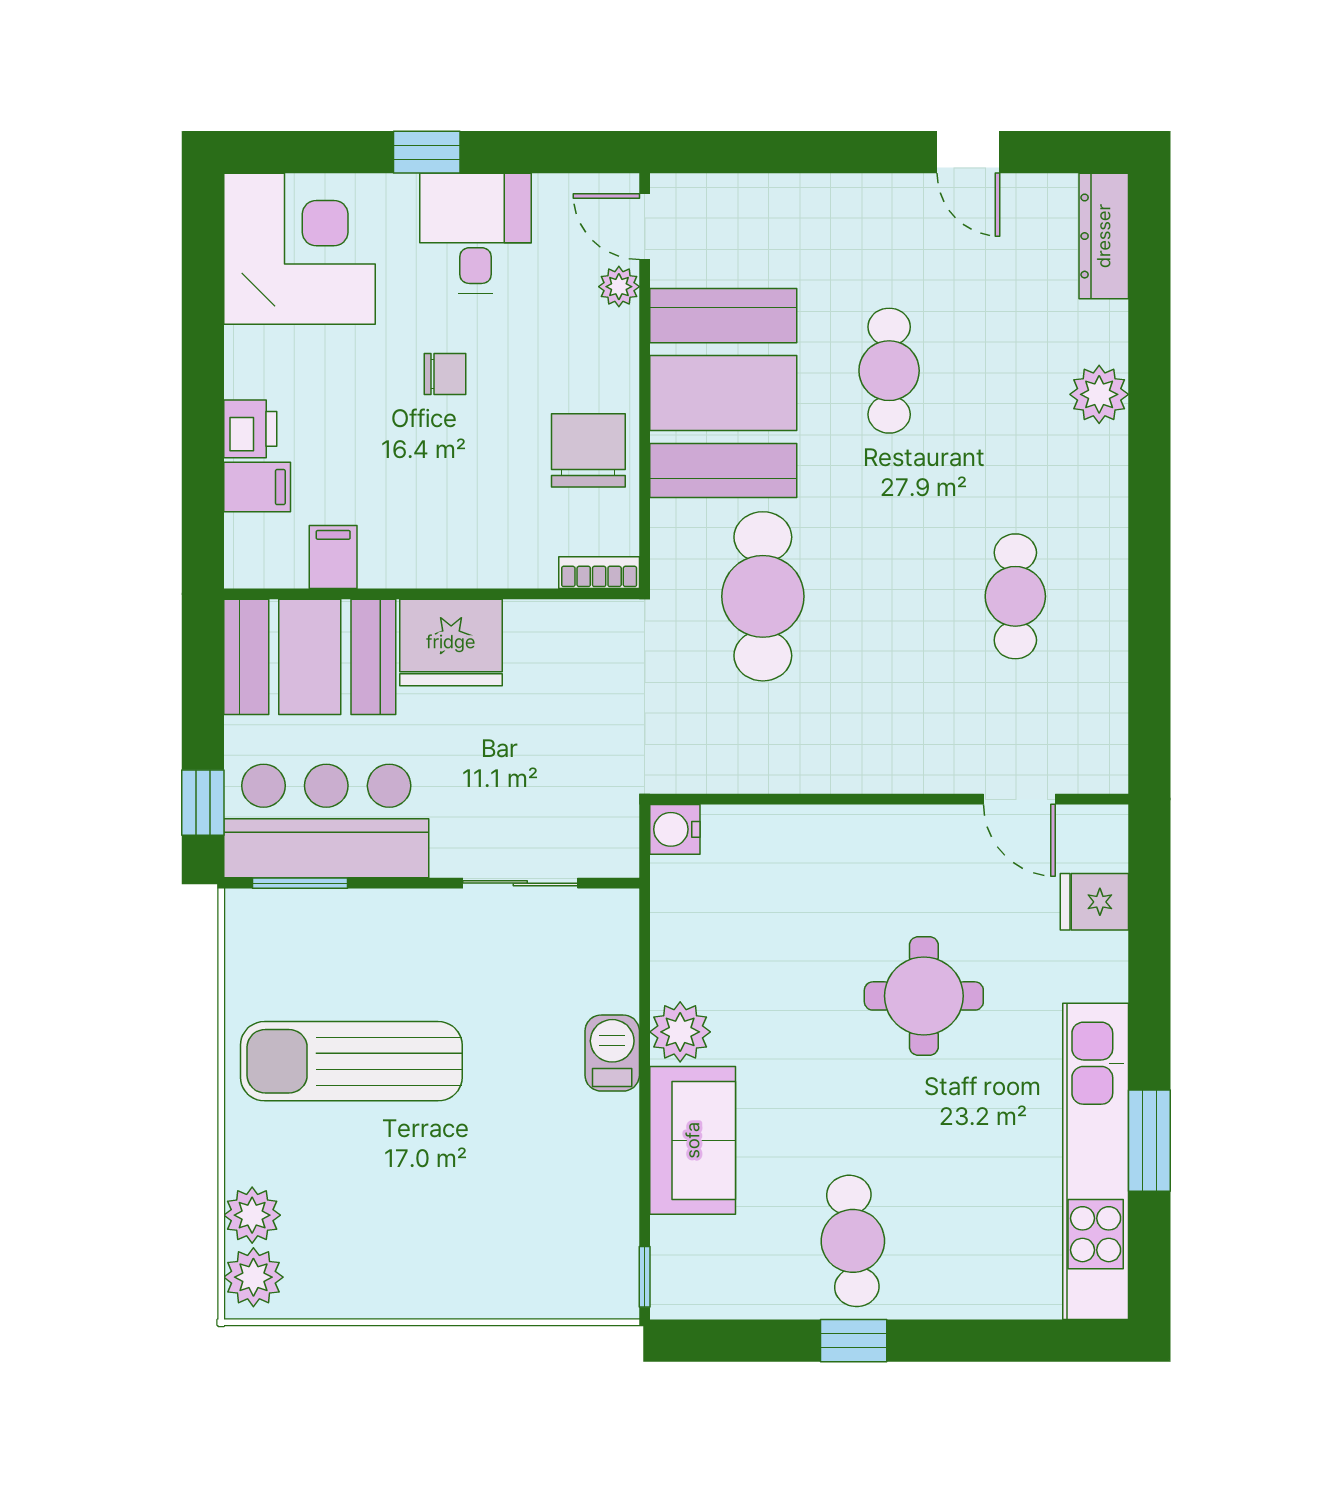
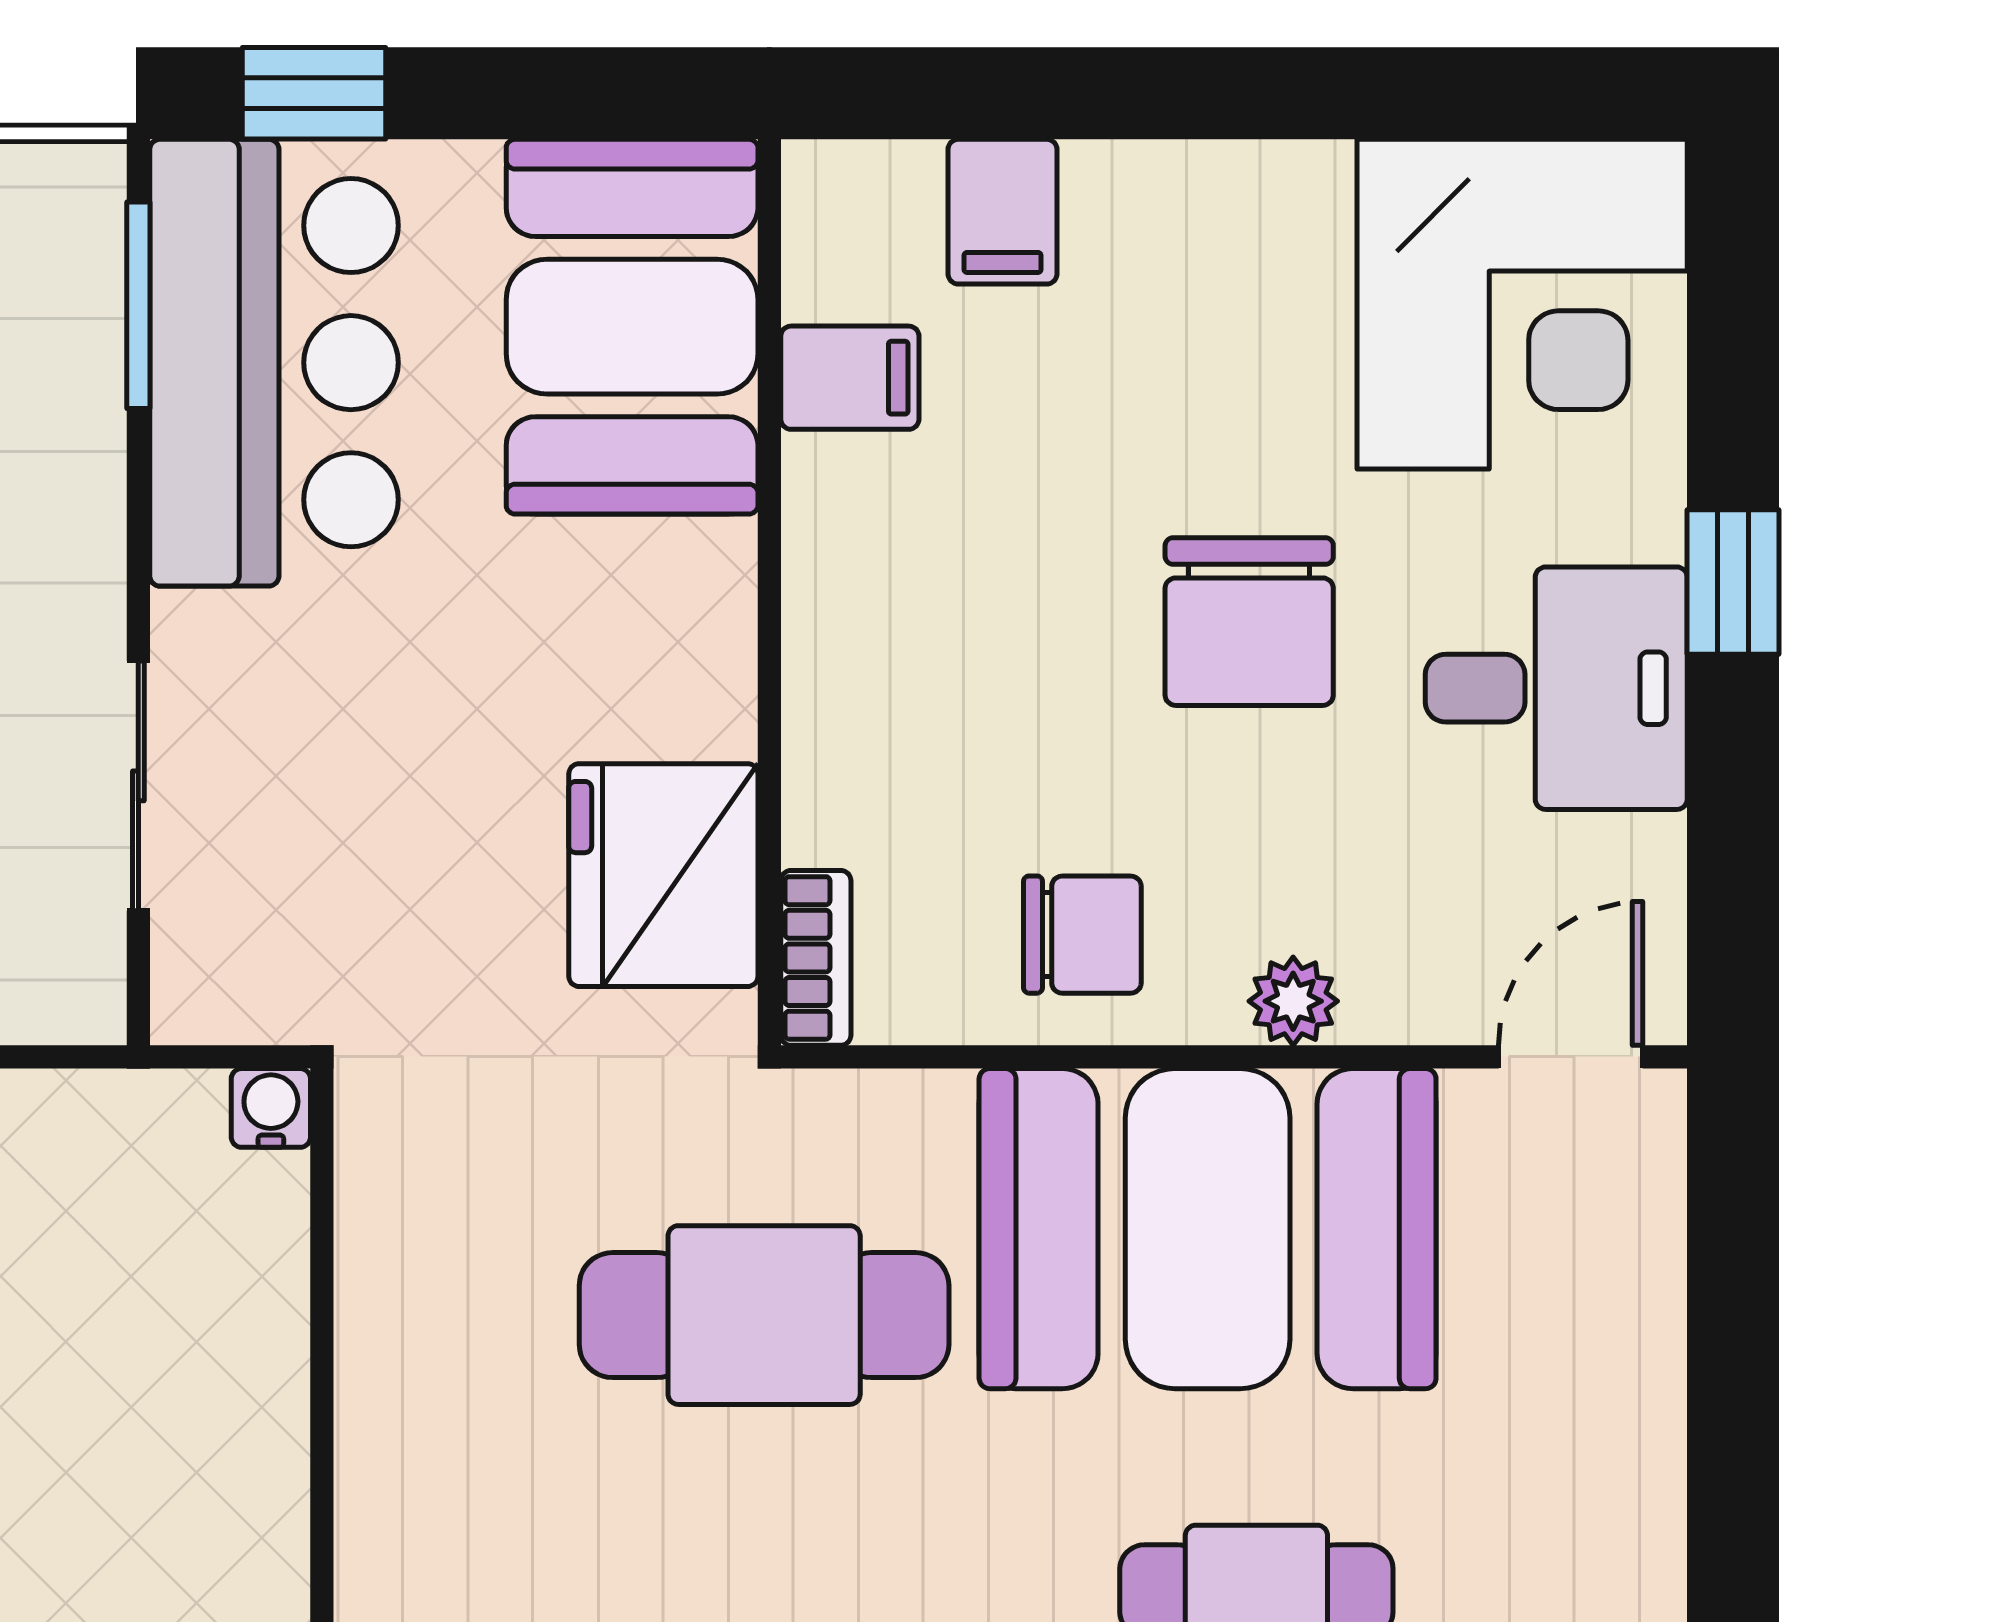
plant: (619, 287) -> (1293, 1001), moved
chair: (445, 374) -> (1249, 622), width x1.87, depth x1.87
printer: (250, 429) -> (1129, 197), removed
chair: (588, 450) -> (1082, 935), width x0.73, depth x0.73
fridge: (451, 642) -> (663, 875), moved
water cooler: (675, 829) -> (271, 1108), width x0.72, depth x0.72

